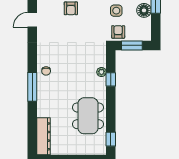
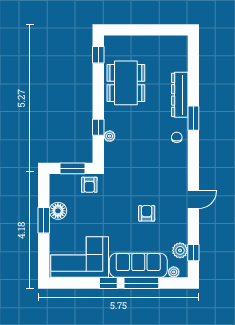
side table: (116, 11) -> (92, 211), removed
window: (32, 87) -> (193, 118), width x0.69
dresser: (44, 136) -> (180, 95), moved

